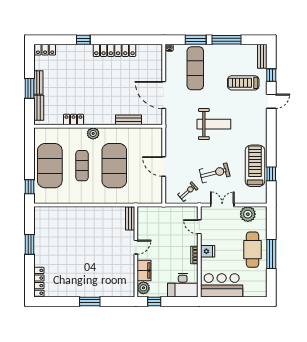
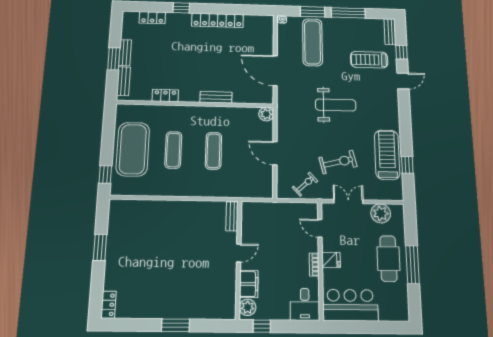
locker: (45, 50) -> (152, 18), moved
bench: (129, 120) -> (216, 97), moved
plant: (93, 133) -> (266, 114), moved
exercise mat: (114, 166) -> (214, 151), width x0.50, depth x0.69
locker: (39, 282) -> (108, 305), width x0.66
desk: (183, 285) -> (305, 304), width x0.73

